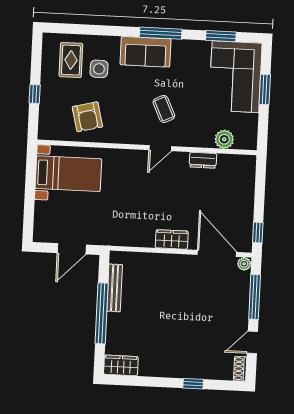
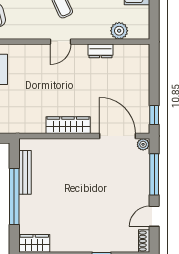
wardrobe: (172, 239) -> (68, 125), width x1.50

